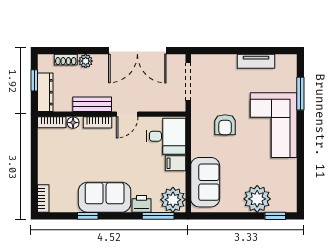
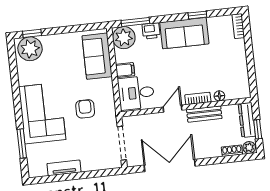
plant: (86, 61) -> (249, 148), moved
bookcase: (52, 122) -> (238, 94), removed
plant: (257, 199) -> (30, 49), moved

